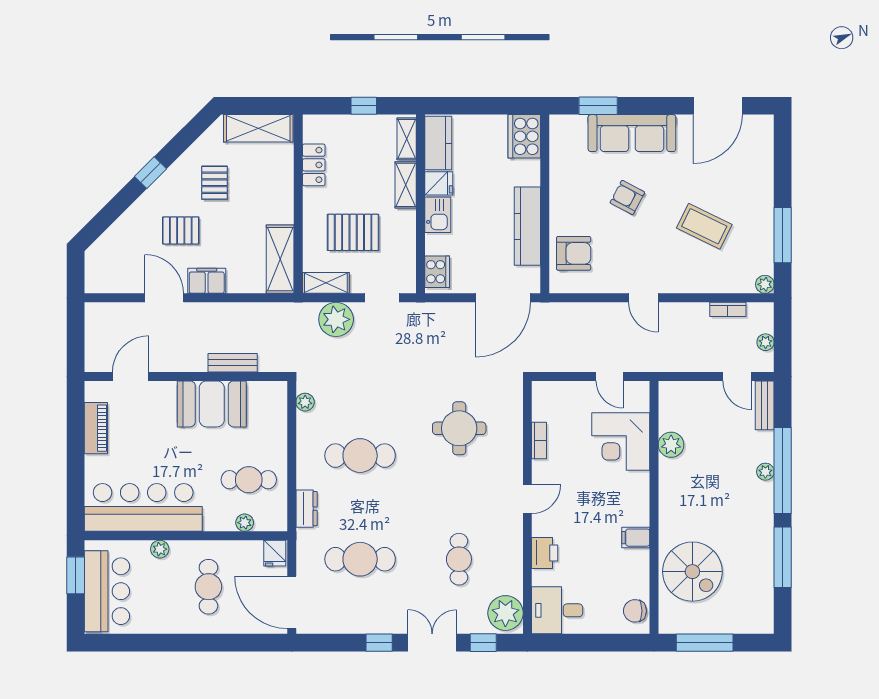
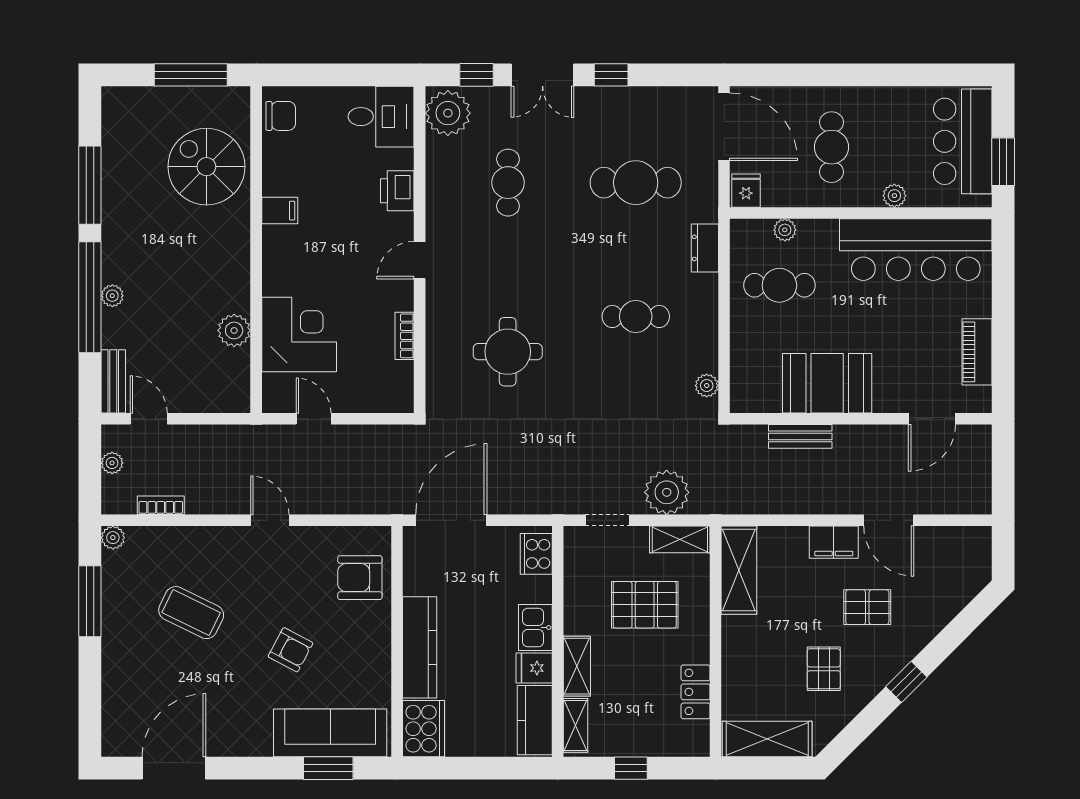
sofa: (632, 133) -> (330, 733), moved
kitchen counter: (527, 226) -> (420, 647), moved
cafe table: (360, 456) -> (636, 316), width x0.73, depth x0.74

